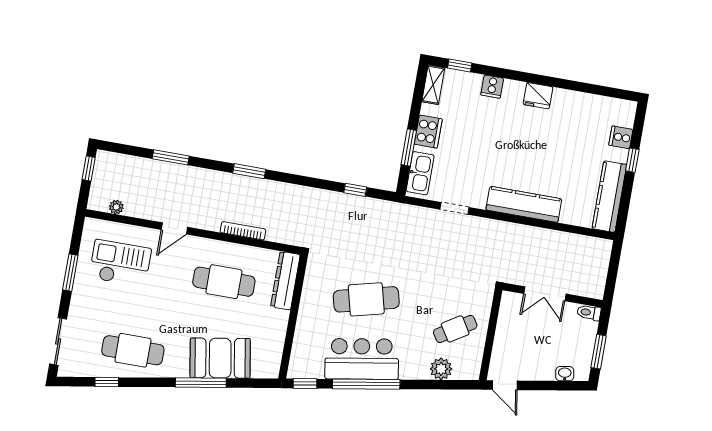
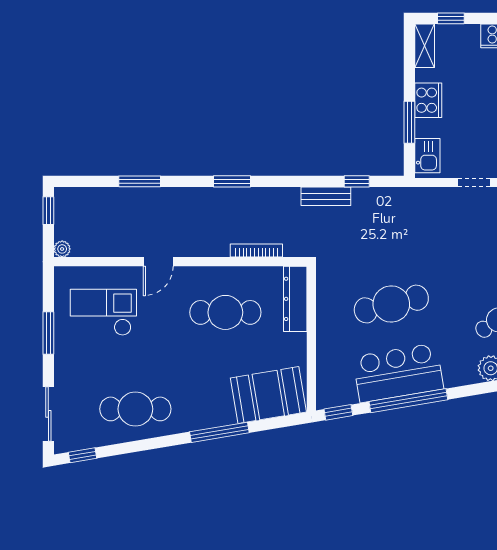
kitchen sink: (420, 173) -> (427, 156), width x0.73
bench: (327, 198) -> (326, 196), added
plant: (116, 207) -> (62, 249), moved
bookcase: (243, 231) -> (256, 251), moved
booth: (220, 358) -> (268, 395), moved
window: (107, 382) -> (83, 455), moved

